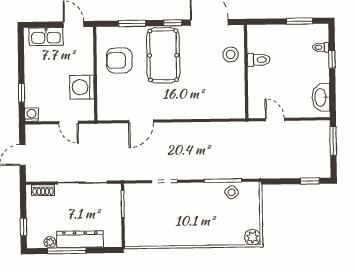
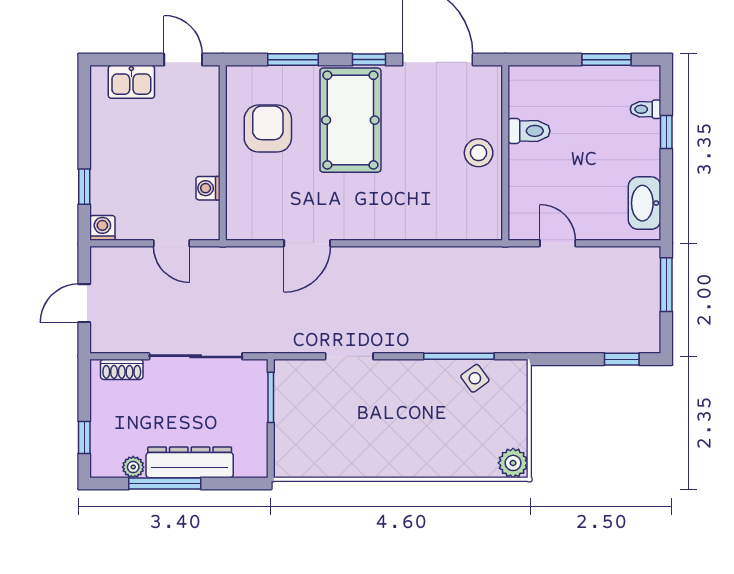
kitchen sink: (46, 37) -> (131, 82), width x0.73
stool: (231, 54) -> (479, 153), moved
armchair: (119, 60) -> (268, 129), turned 90
washing machine: (82, 87) -> (208, 188), width x0.53, depth x0.53

